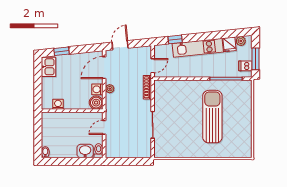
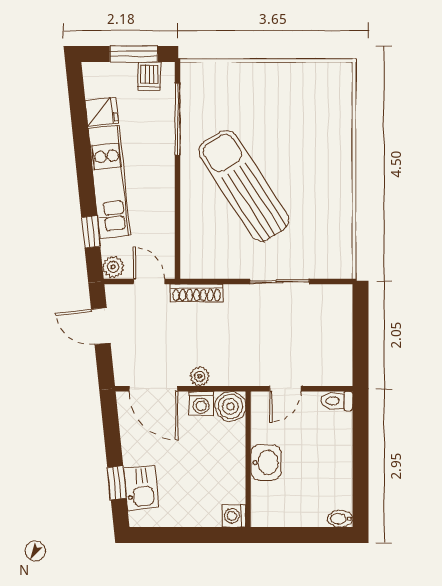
plant: (241, 41) -> (113, 267), moved
door: (120, 45) -> (101, 326), moved
kitchen sink: (48, 67) -> (141, 488), moved, turned 84
washing machine: (58, 104) -> (234, 516), moved
sun lounger: (212, 117) -> (244, 186), moved, turned 57
door: (104, 127) -> (285, 389), hinge flipped
washbasin: (85, 151) -> (266, 462), moved, turned 180

